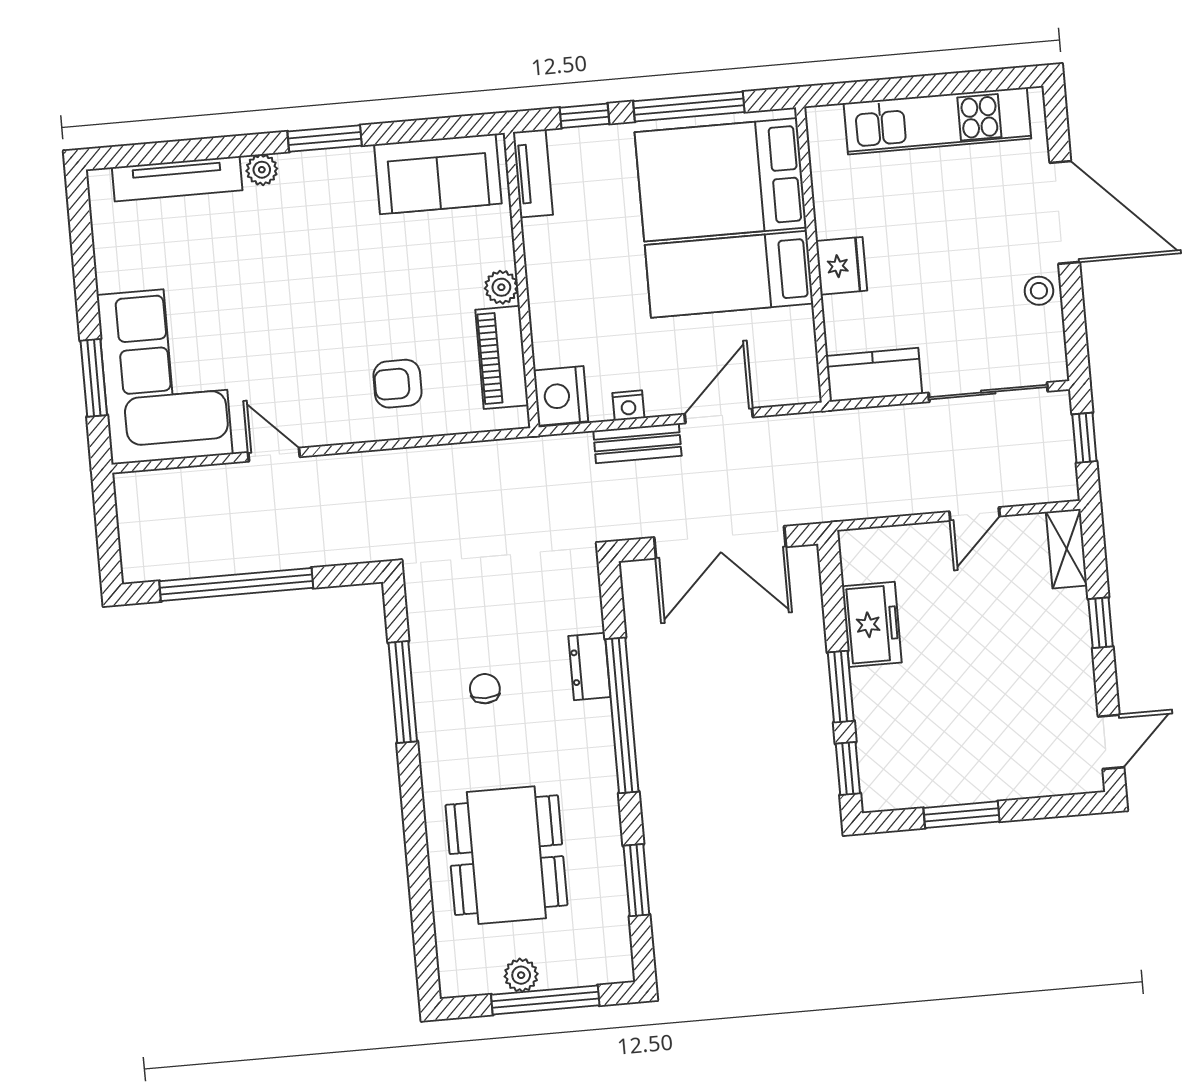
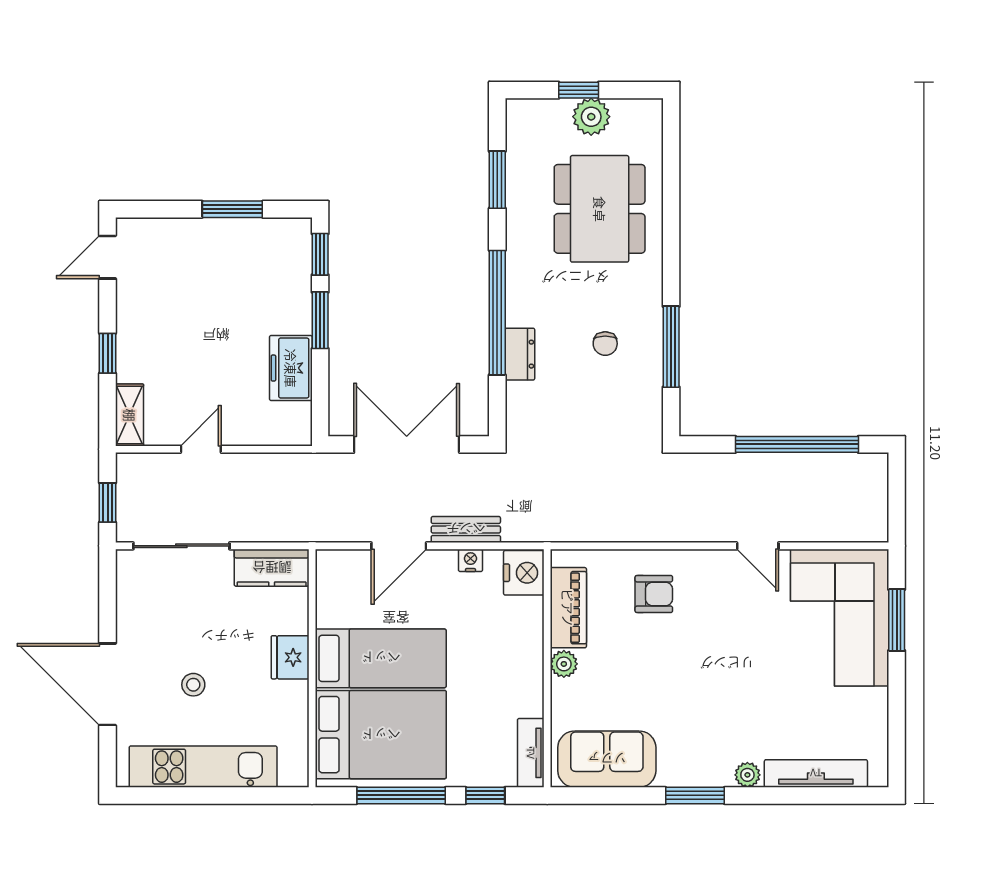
stool: (1039, 291) -> (193, 685), moved
plant: (521, 975) -> (591, 117), width x1.38, depth x1.38
window: (545, 1000) -> (579, 90), width x0.46

